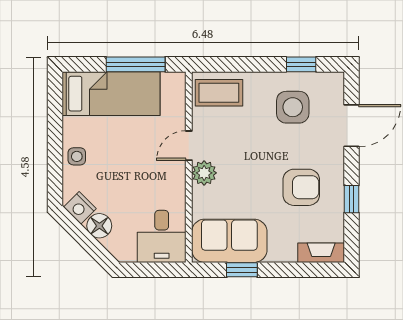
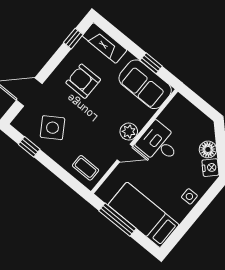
coffee table: (219, 93) -> (86, 168), width x0.73, depth x0.77
side table: (293, 107) -> (52, 128), turned -33
window: (351, 199) -> (73, 39), moved
desk: (162, 236) -> (159, 143), moved, turned -90
fireplace: (321, 253) -> (105, 43), width x1.37, depth x1.32

